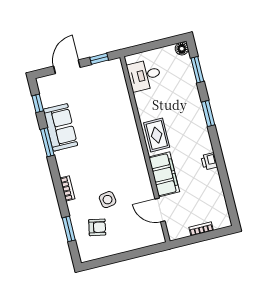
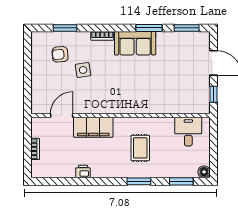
window: (38, 103) -> (187, 28), width x1.50
sofa: (60, 127) -> (135, 43), moved
rug: (157, 135) -> (140, 148), moved, turned 90
printer: (209, 161) -> (83, 172), moved
armchair: (97, 227) -> (60, 54), turned 75

